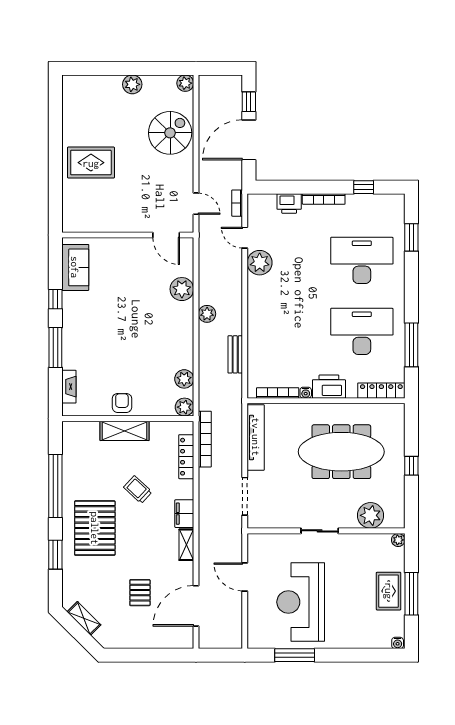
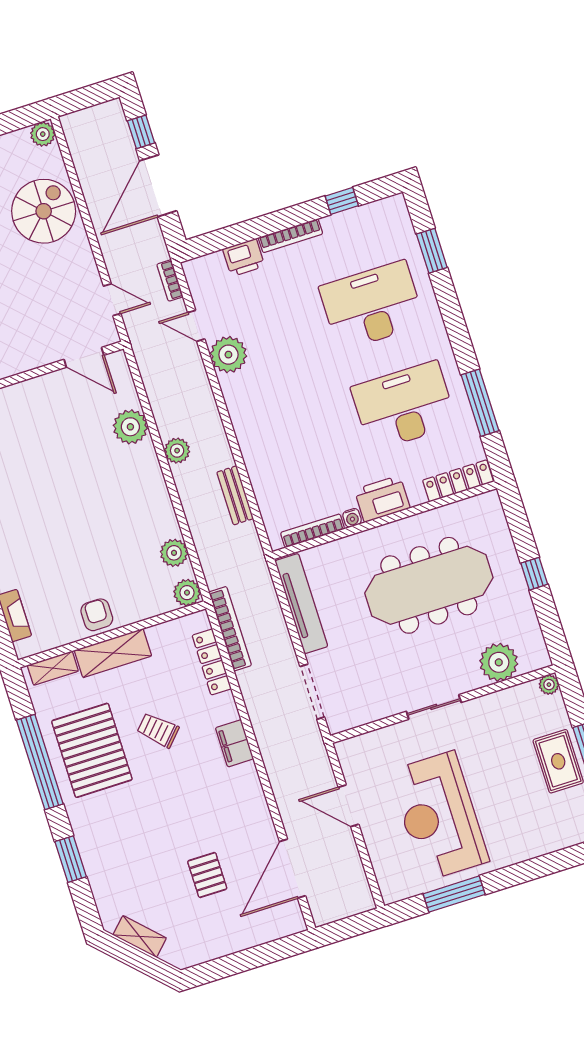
pallet: (95, 528) -> (92, 750), moved
shelving: (186, 545) -> (53, 668), moved, turned 90

